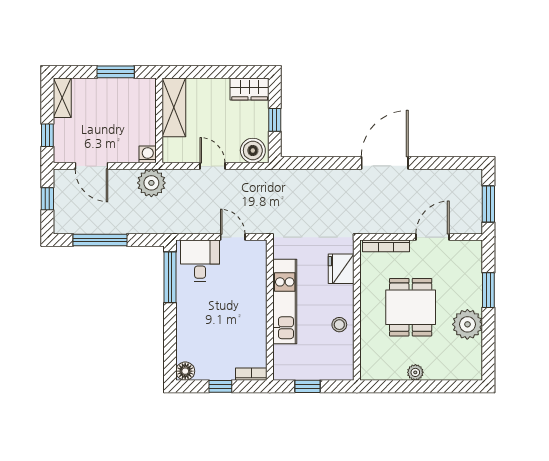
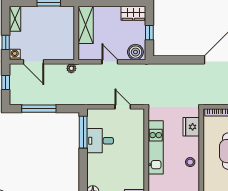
washing machine: (148, 154) -> (15, 55), moved
plant: (151, 183) -> (71, 68), width x0.53, depth x0.53
desk: (200, 261) -> (100, 141), moved, turned -90

